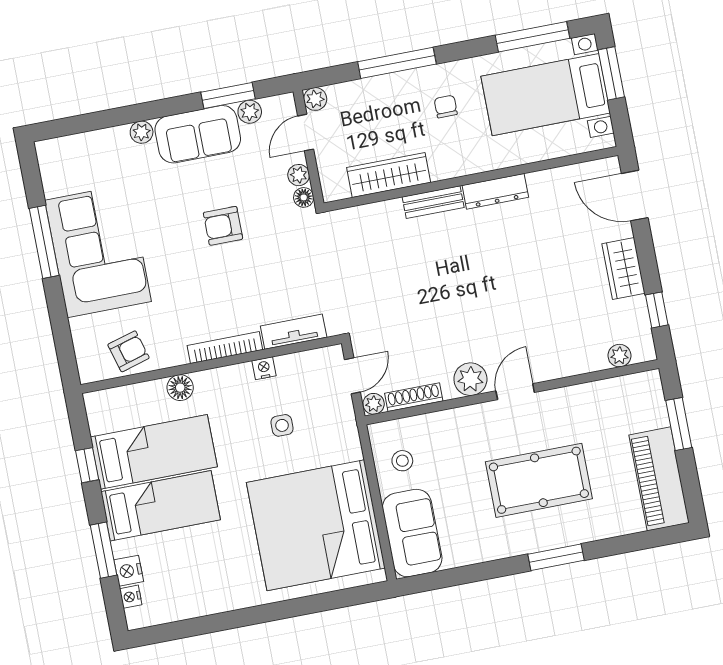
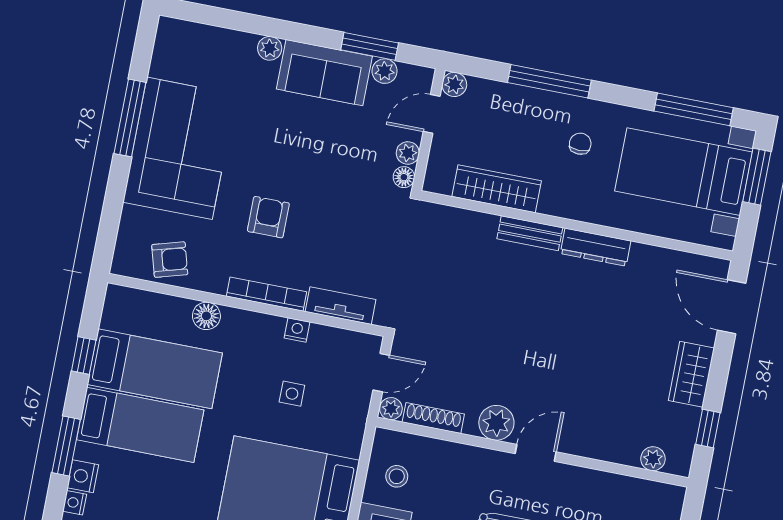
armchair: (223, 226) -> (268, 217), moved, turned 90

